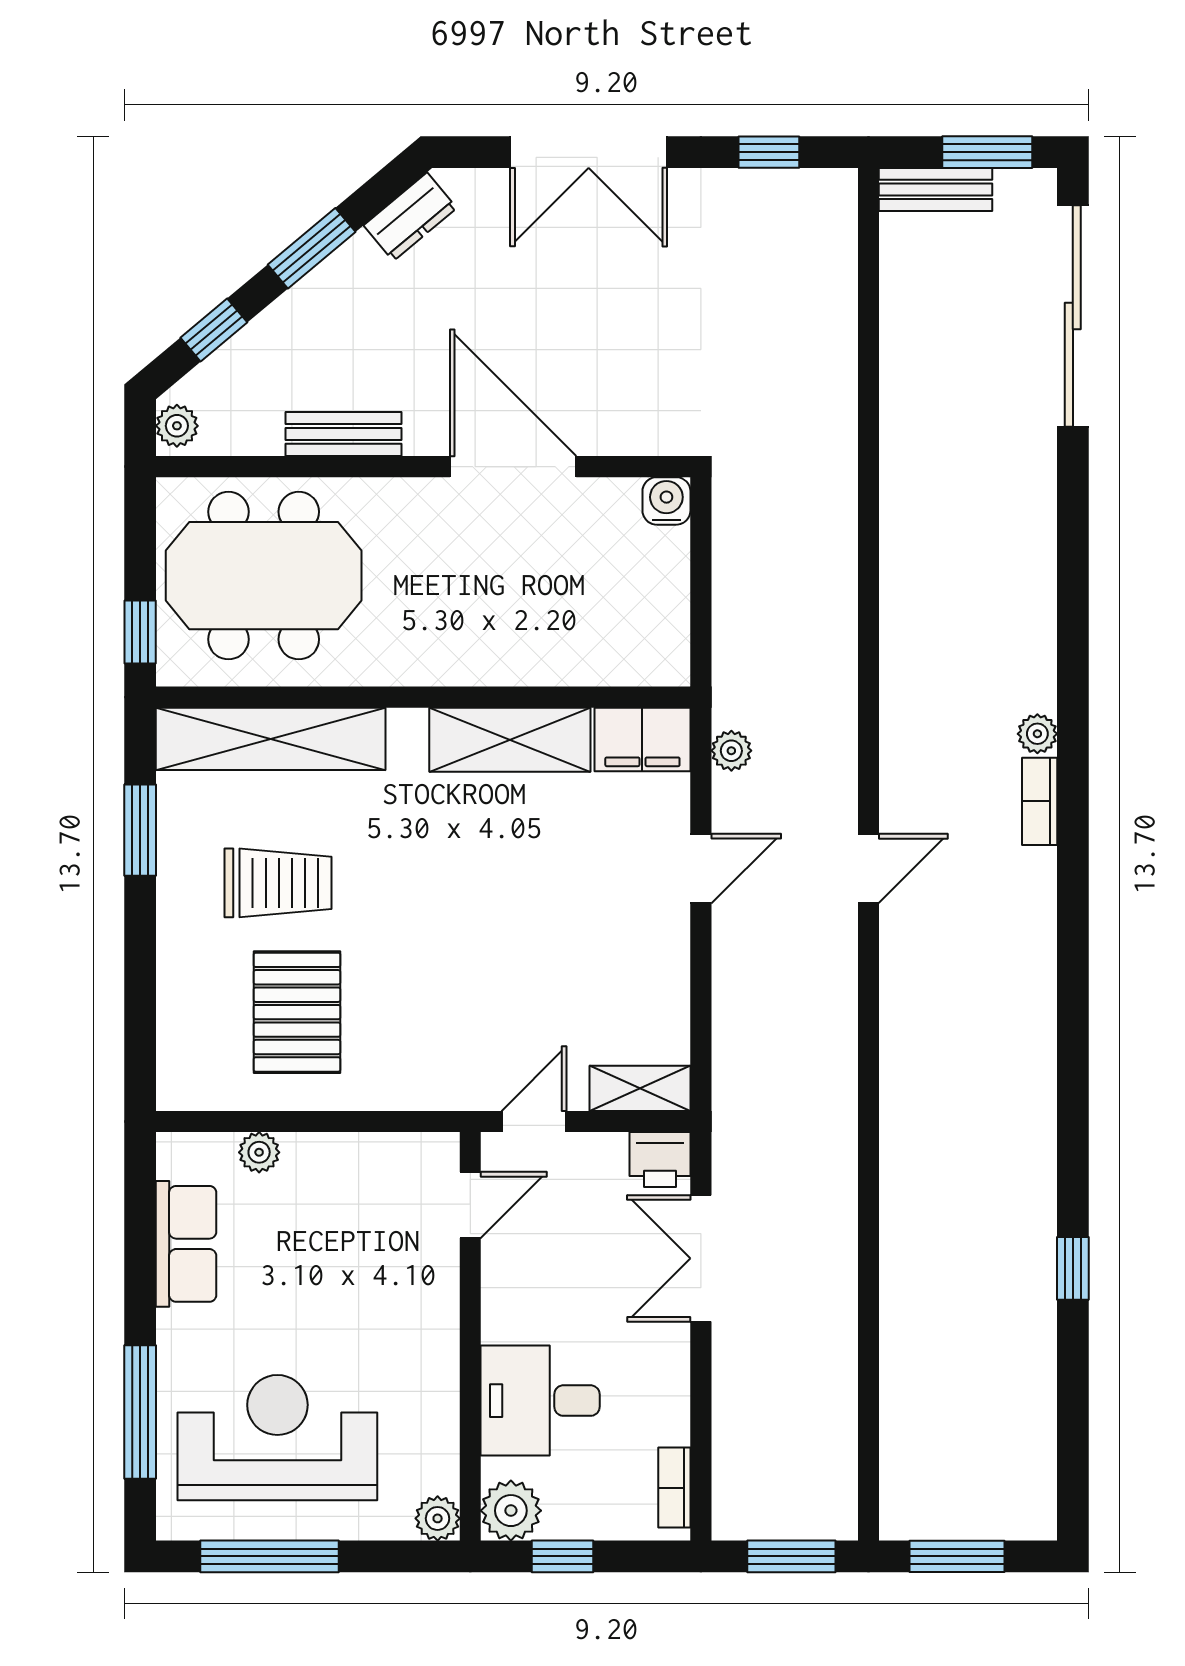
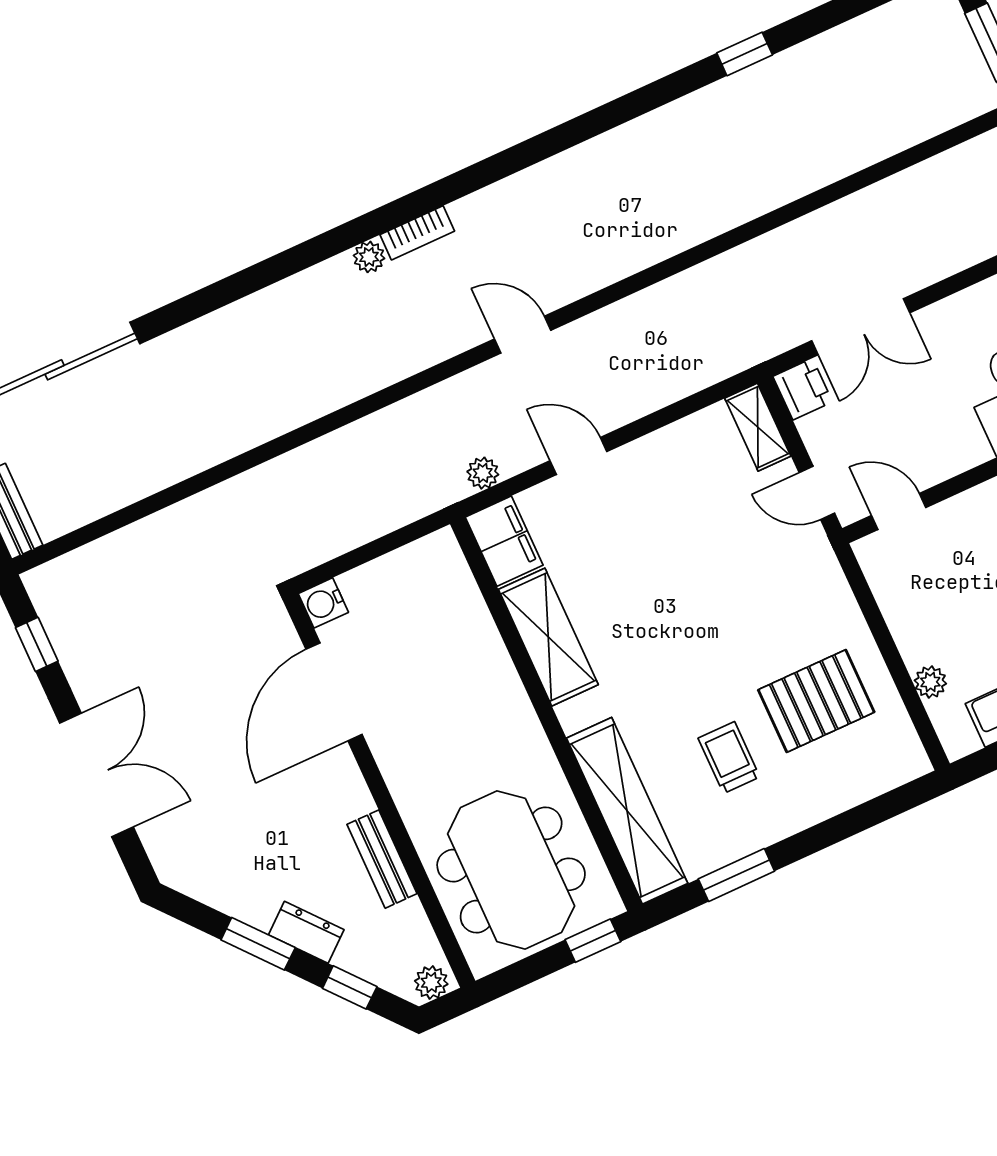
dresser: (410, 217) -> (306, 932), moved
door: (513, 467) -> (334, 692), moved
trolley: (278, 883) -> (729, 758), width x0.73, depth x0.72

